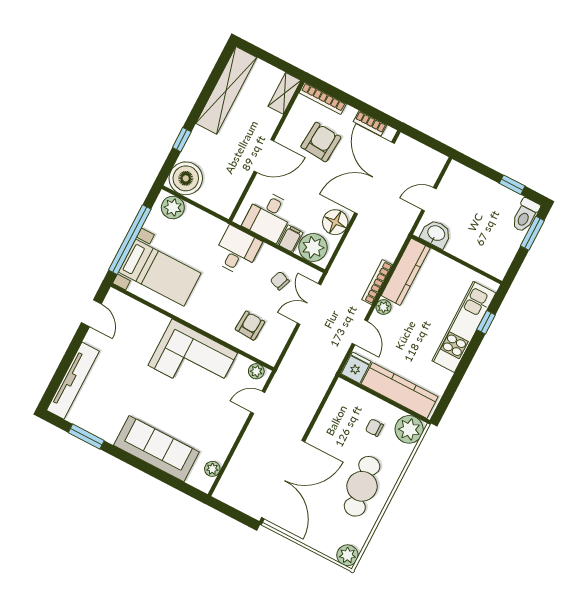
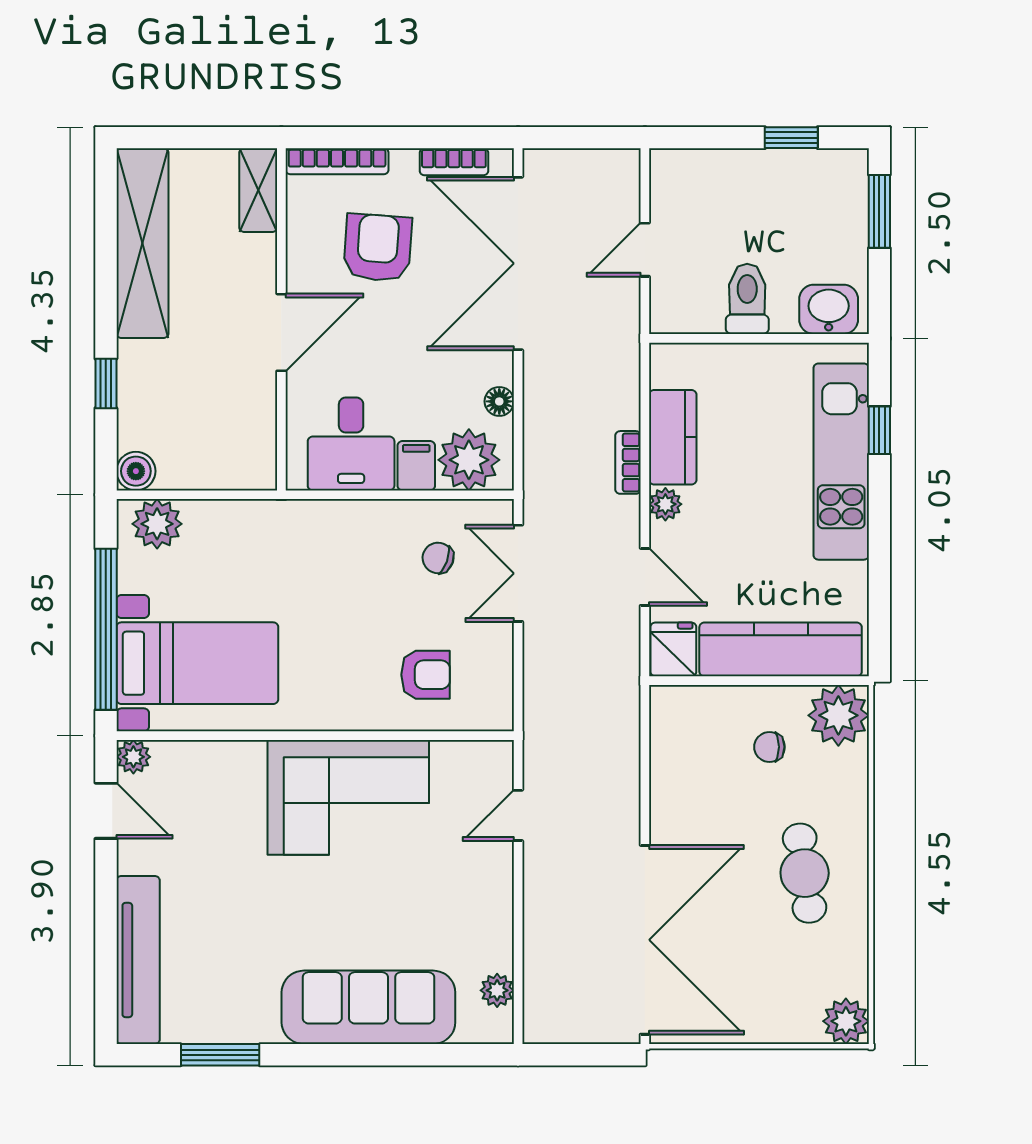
boiler: (186, 178) -> (136, 471), width x0.54, depth x0.54
toilet: (525, 215) -> (747, 299), moved, turned 180
floor lamp: (335, 222) -> (499, 401), width x0.53, depth x0.53
washbasin: (436, 234) -> (829, 309), moved
desk: (237, 251) -> (325, 543), removed
kitchen counter: (406, 272) -> (673, 437), width x0.67
bookcase: (377, 282) -> (628, 462), width x0.64
armchair: (250, 326) -> (426, 675), turned 87
plant: (256, 371) -> (133, 757), moved
cafe table: (362, 486) -> (805, 873), width x0.73, depth x0.74

